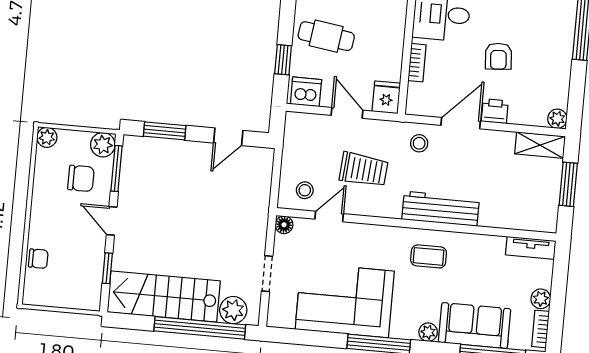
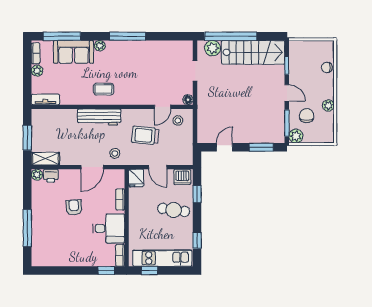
printer: (495, 111) -> (51, 176), moved
plant: (47, 137) -> (328, 105), moved
chair: (81, 178) -> (307, 116), turned 90
corner sofa: (345, 300) -> (149, 60), removed

